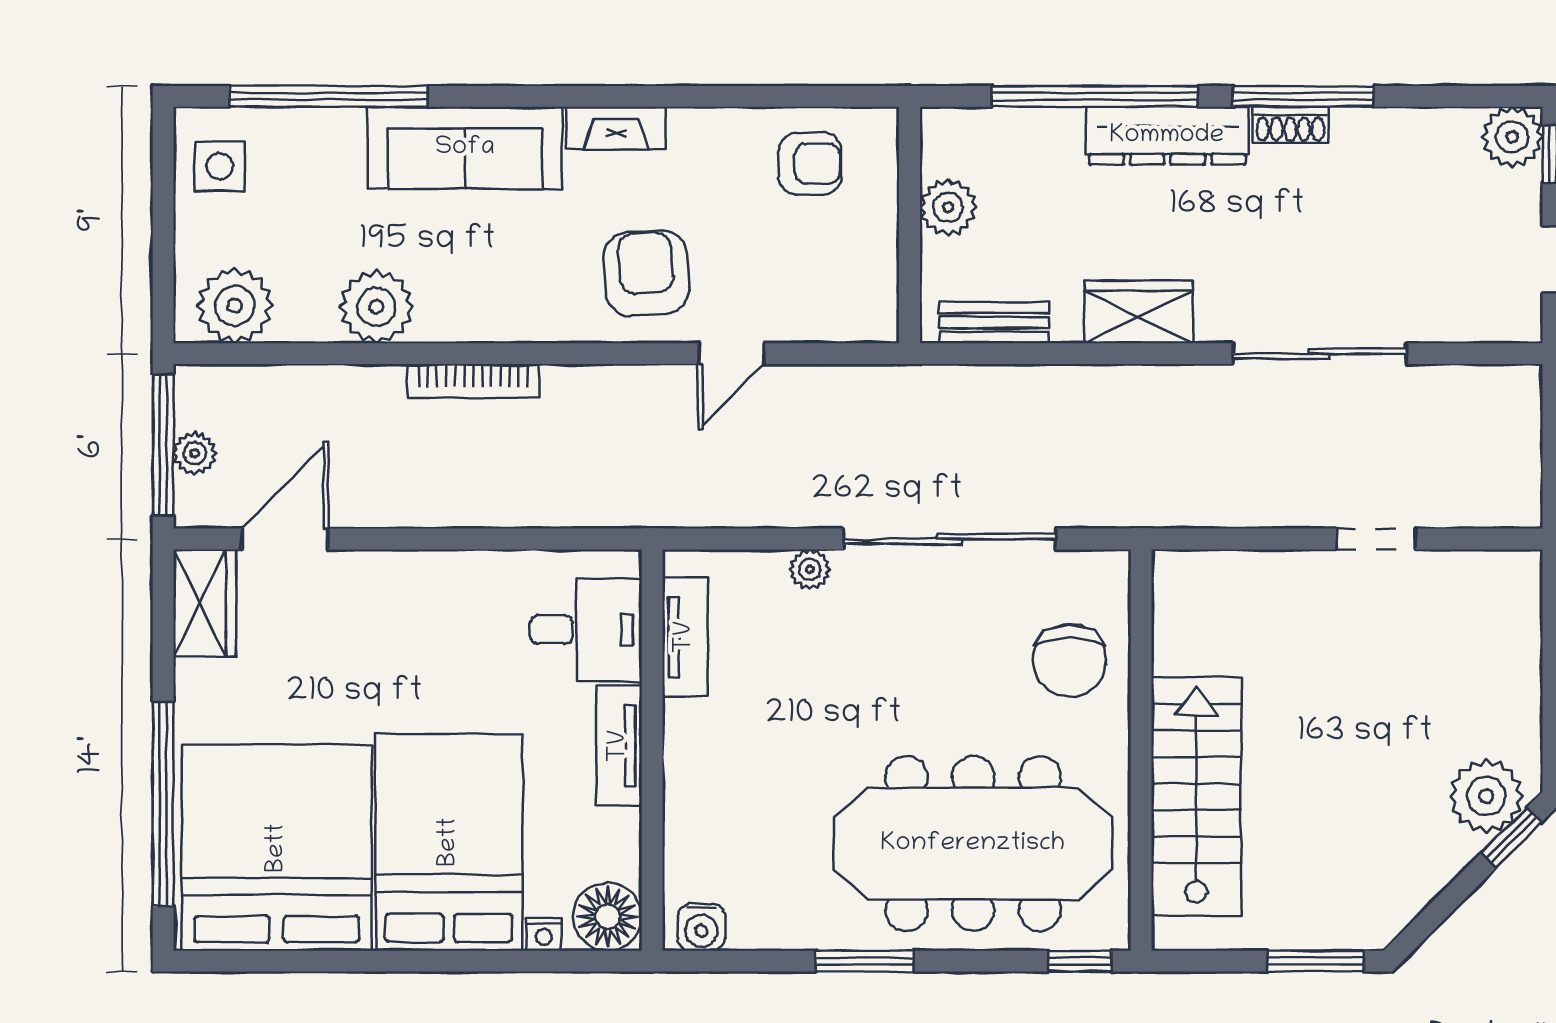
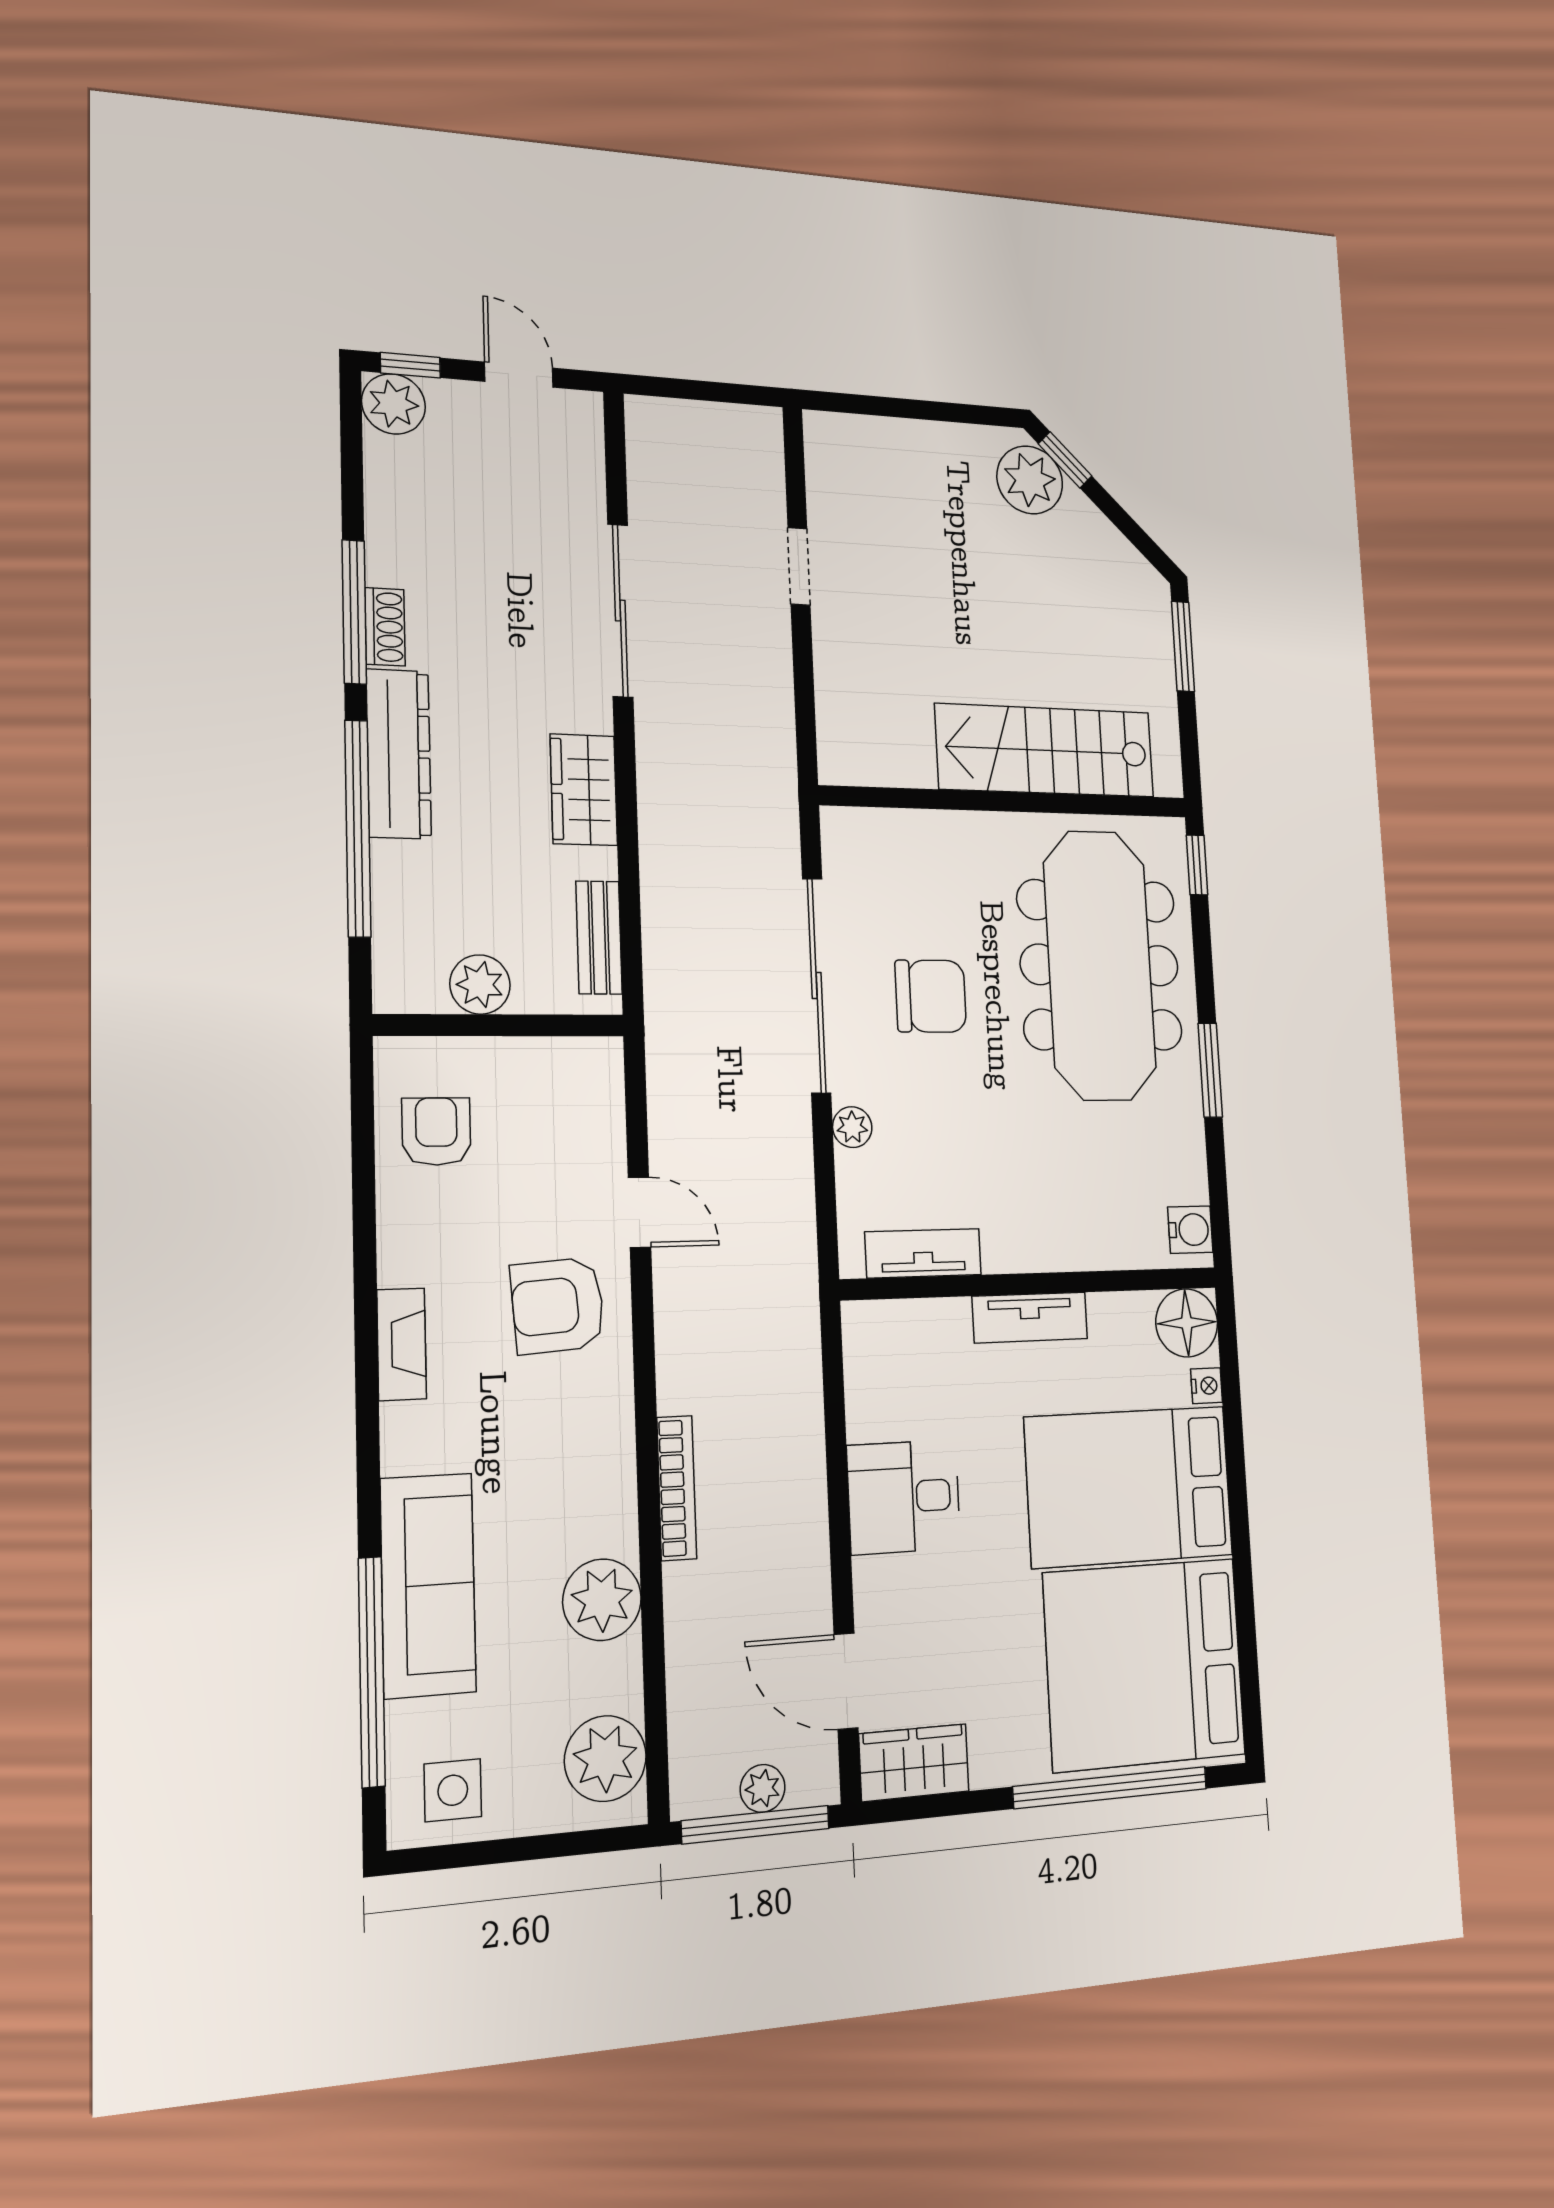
sofa: (465, 148) -> (428, 1585), moved
desk: (586, 630) -> (904, 1497), moved, turned -90
chair: (1069, 661) -> (931, 996), moved

